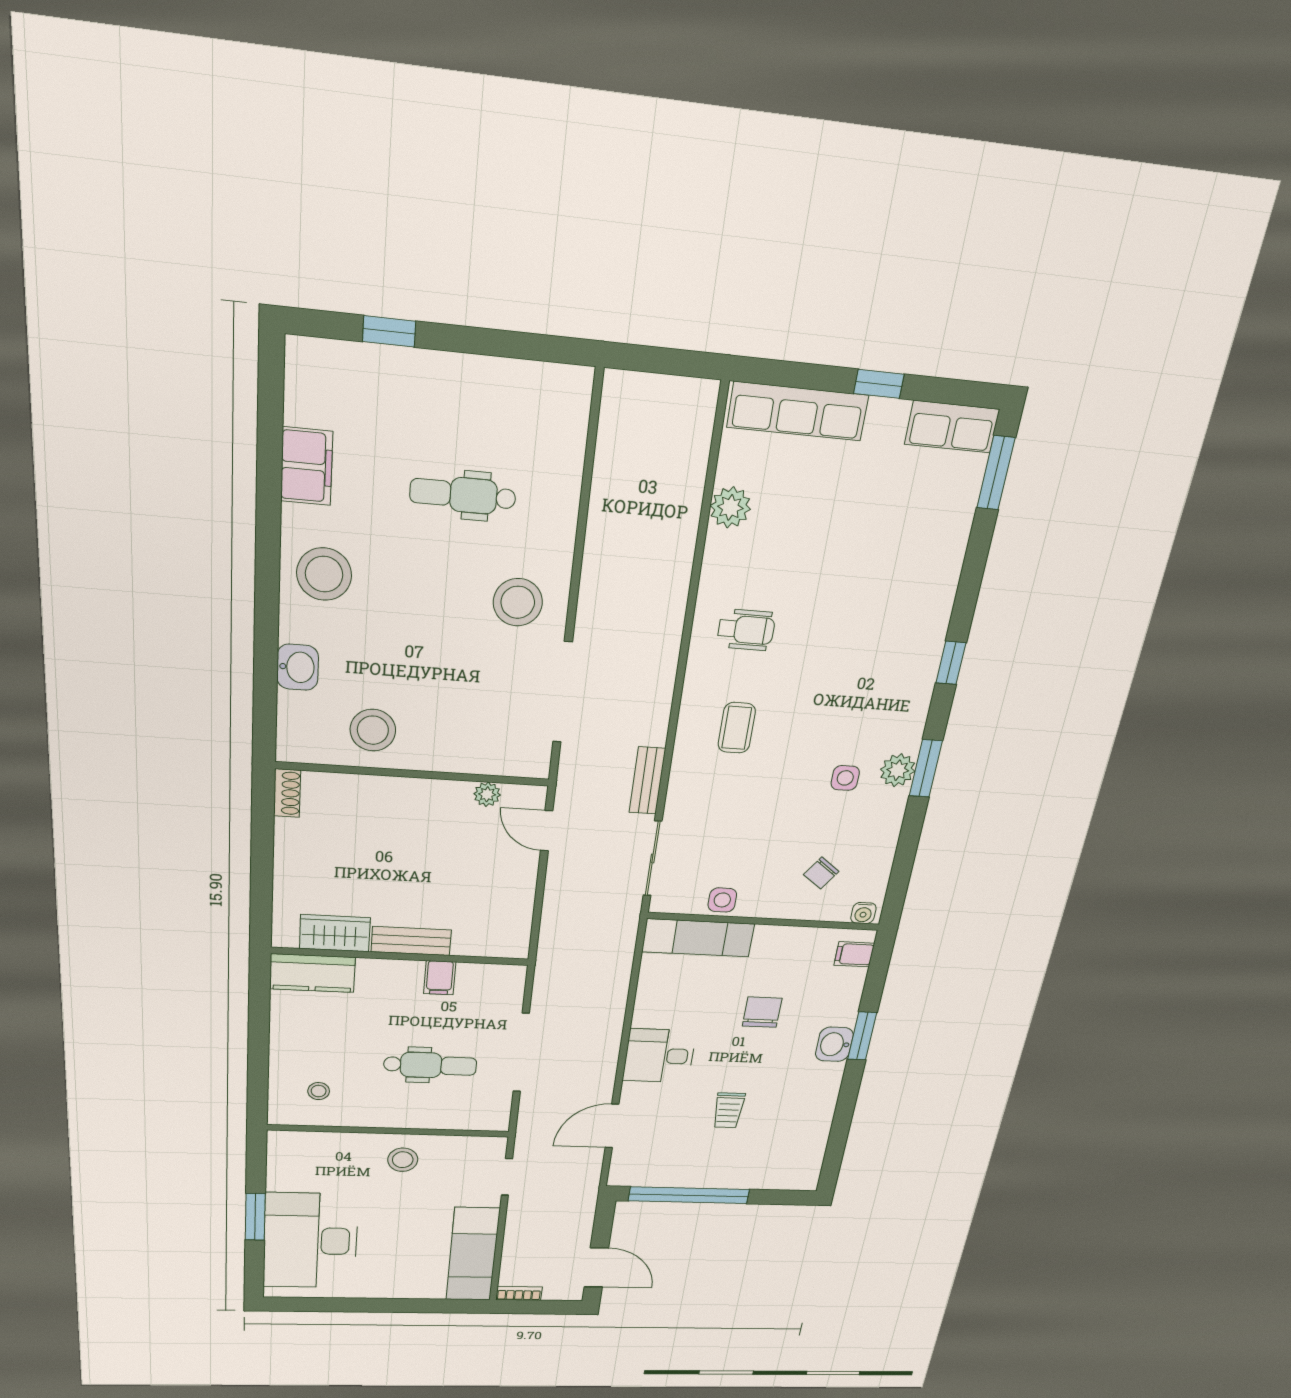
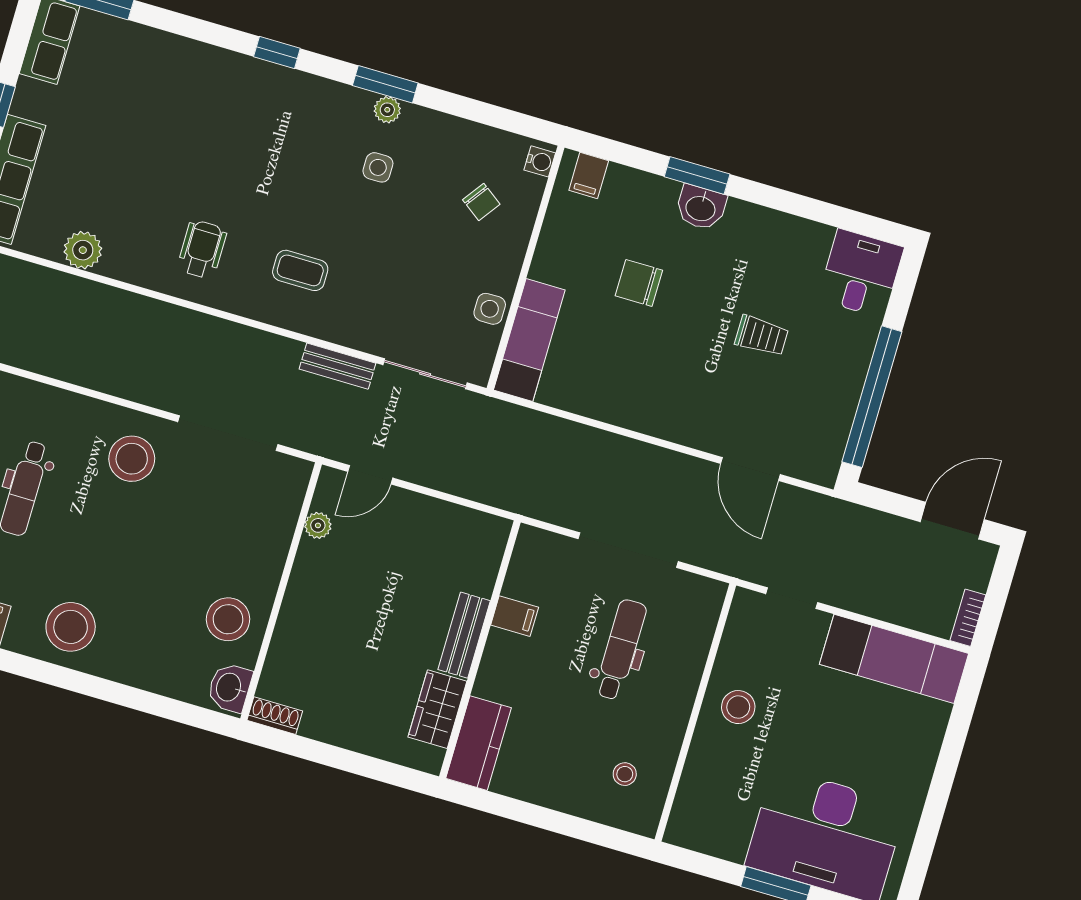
washbasin: (298, 667) -> (230, 687), moved, turned -90
plant: (898, 770) -> (387, 110), width x0.73, depth x0.73
desk: (659, 1056) -> (861, 273), moved, turned 180

